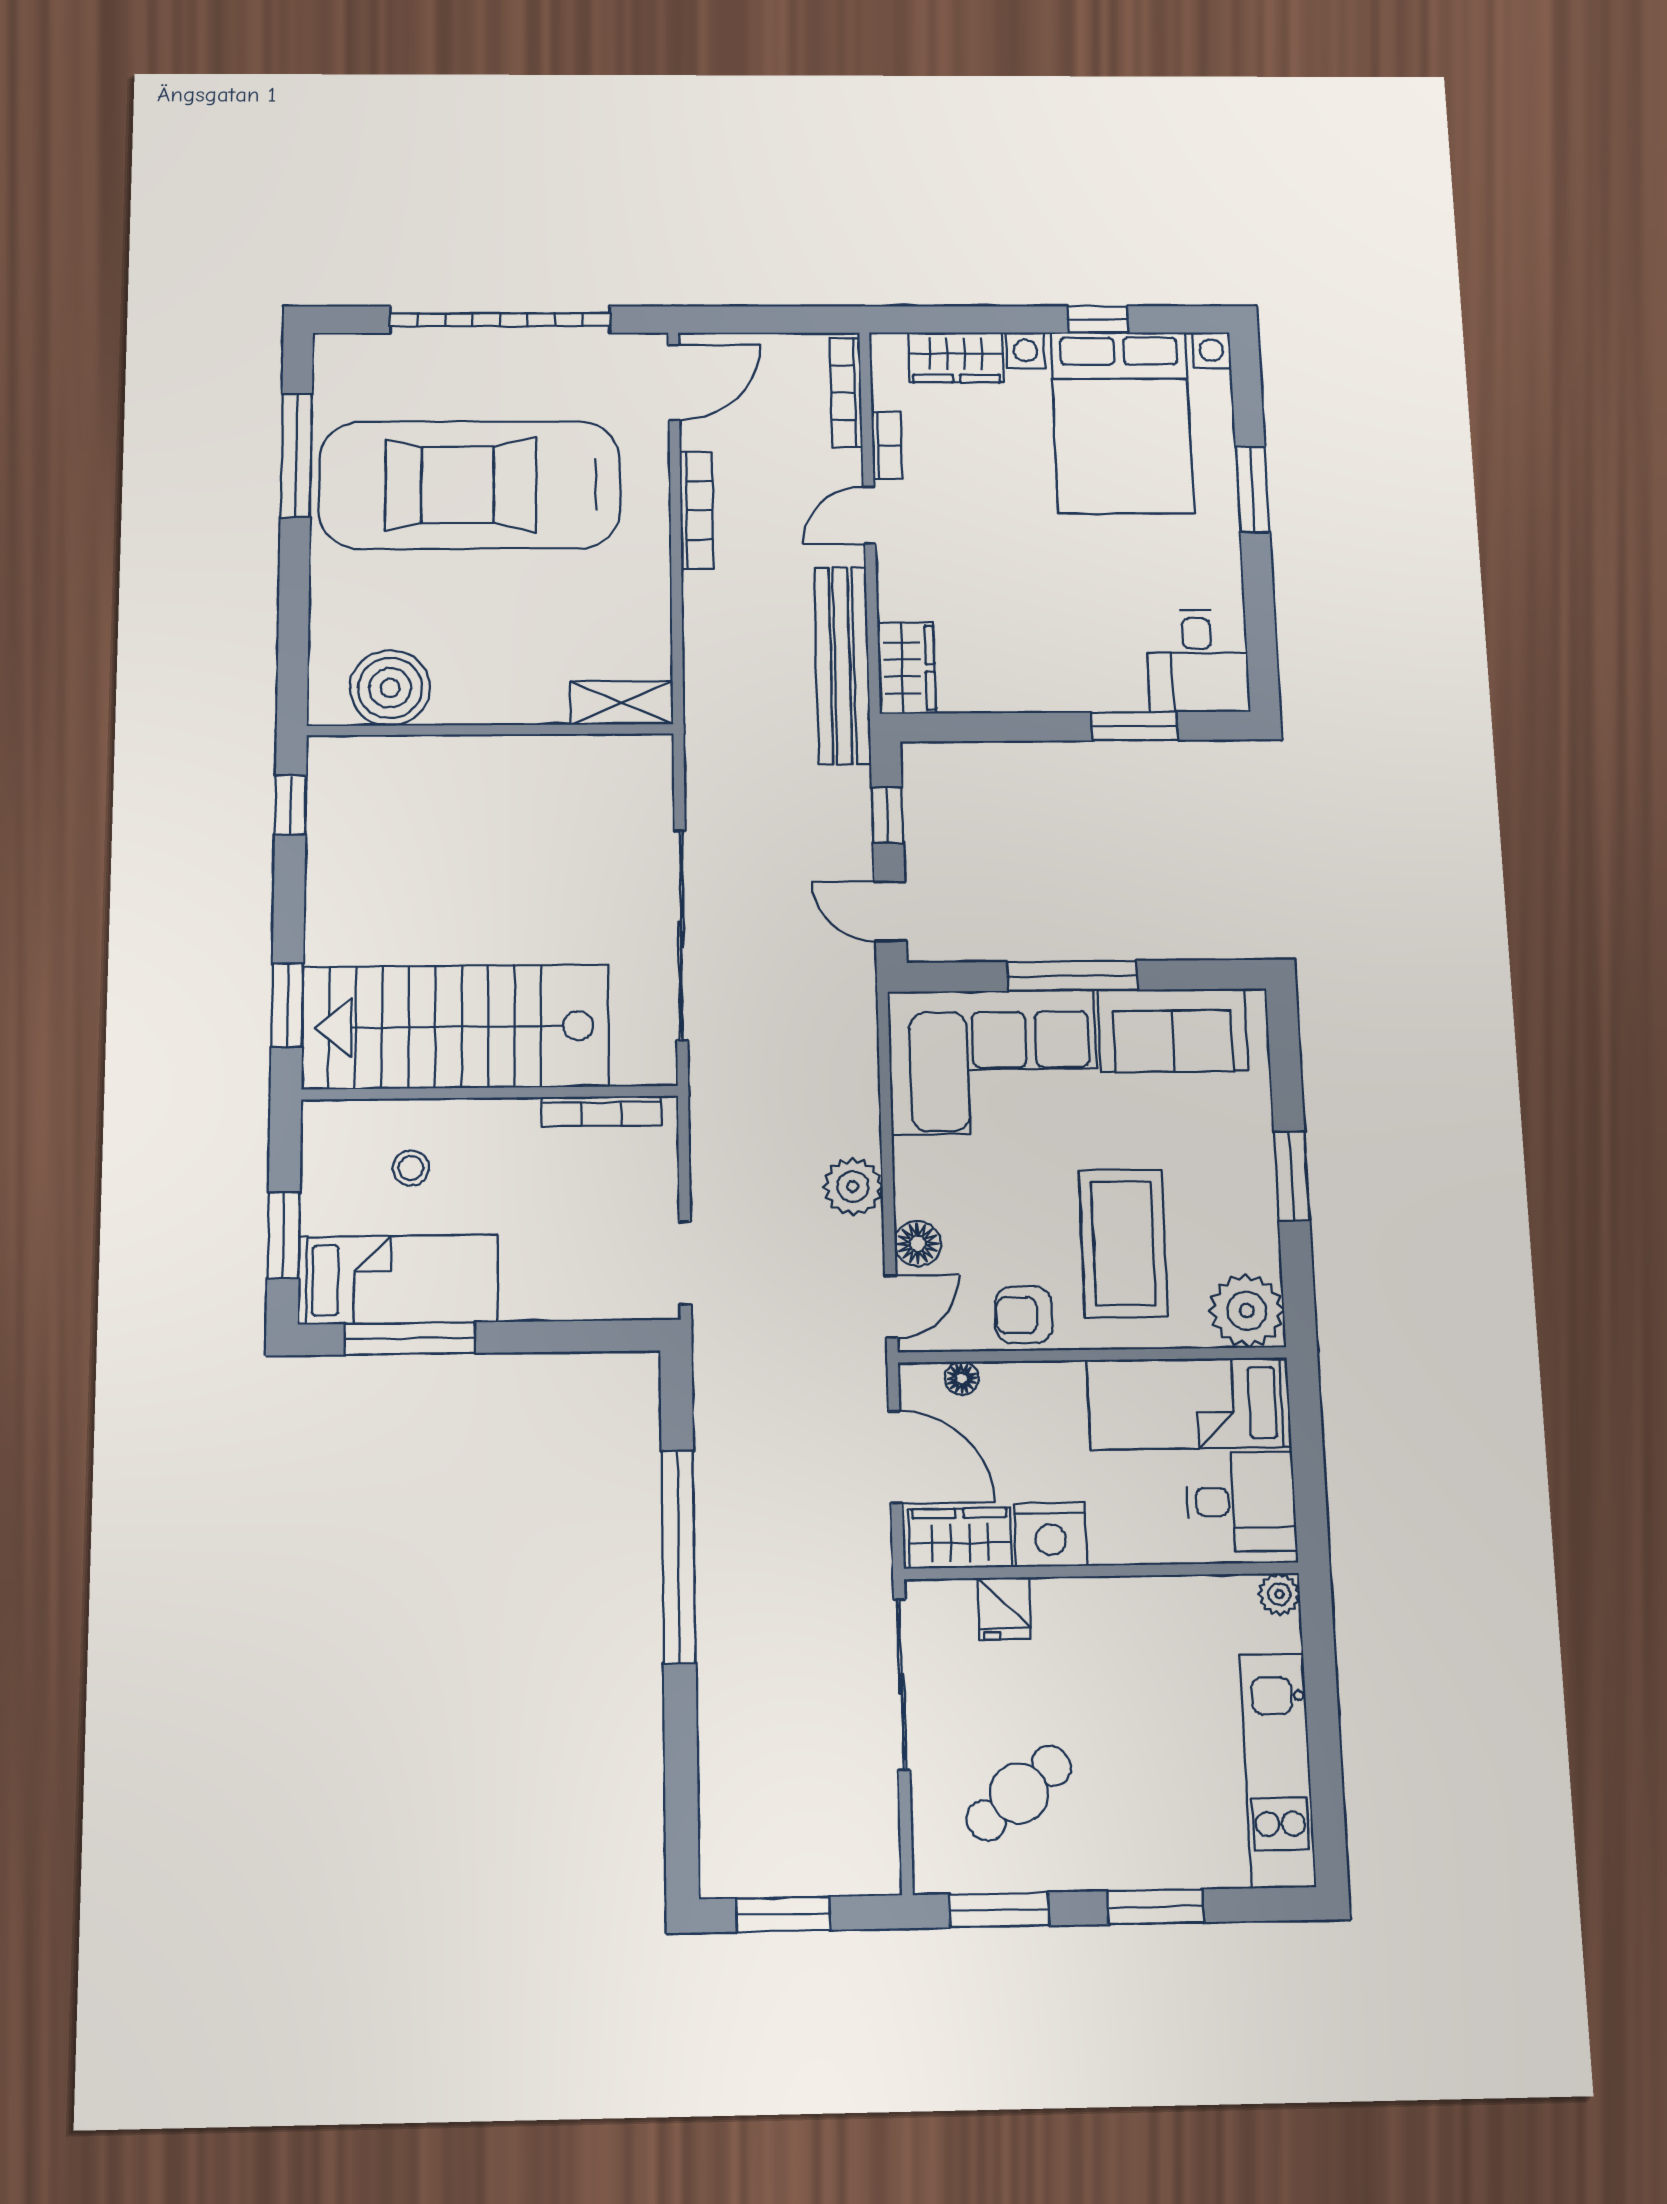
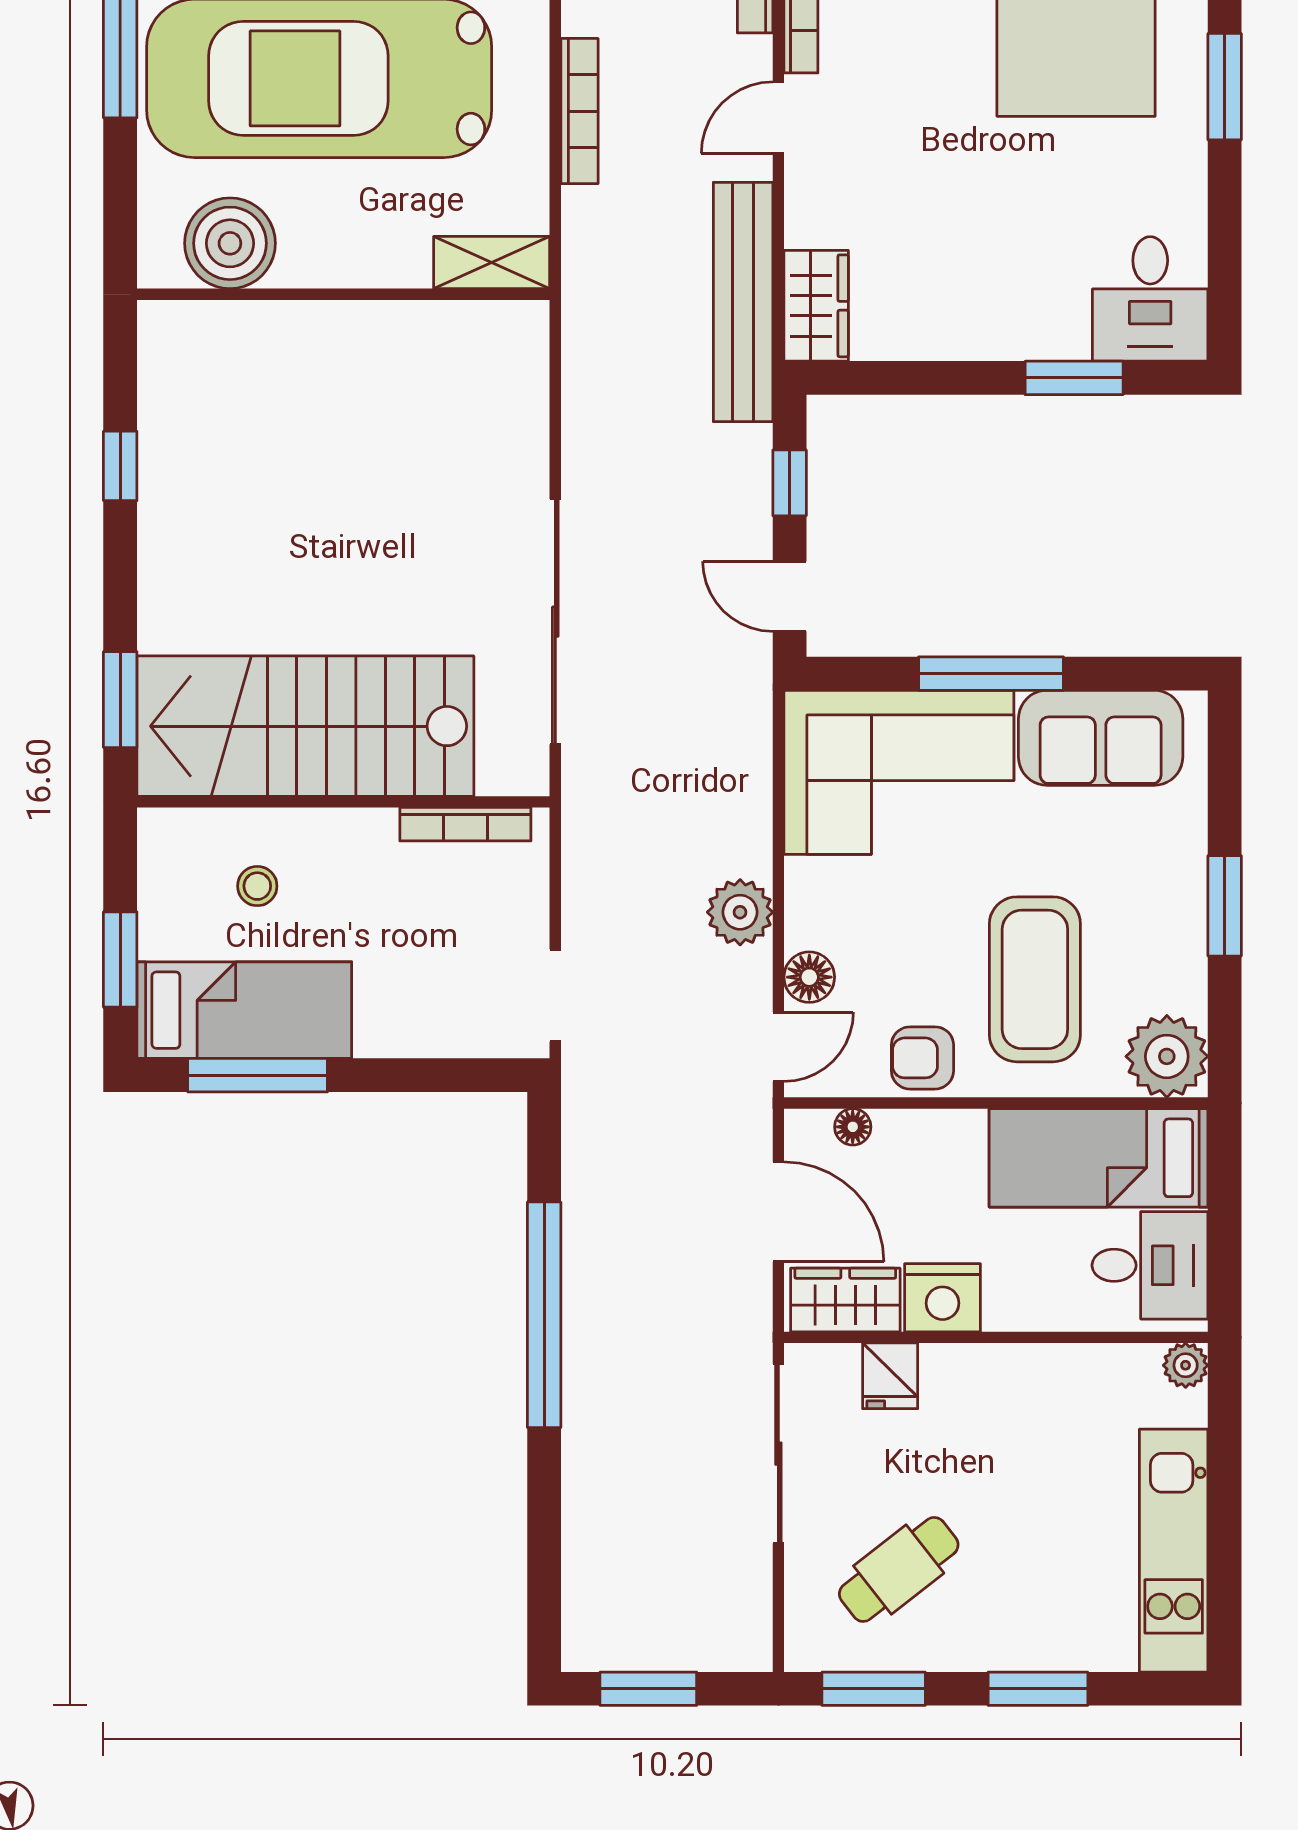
boiler: (390, 688) -> (230, 243), moved
shelving: (622, 703) -> (492, 263), moved
wall: (490, 730) -> (343, 294), moved

